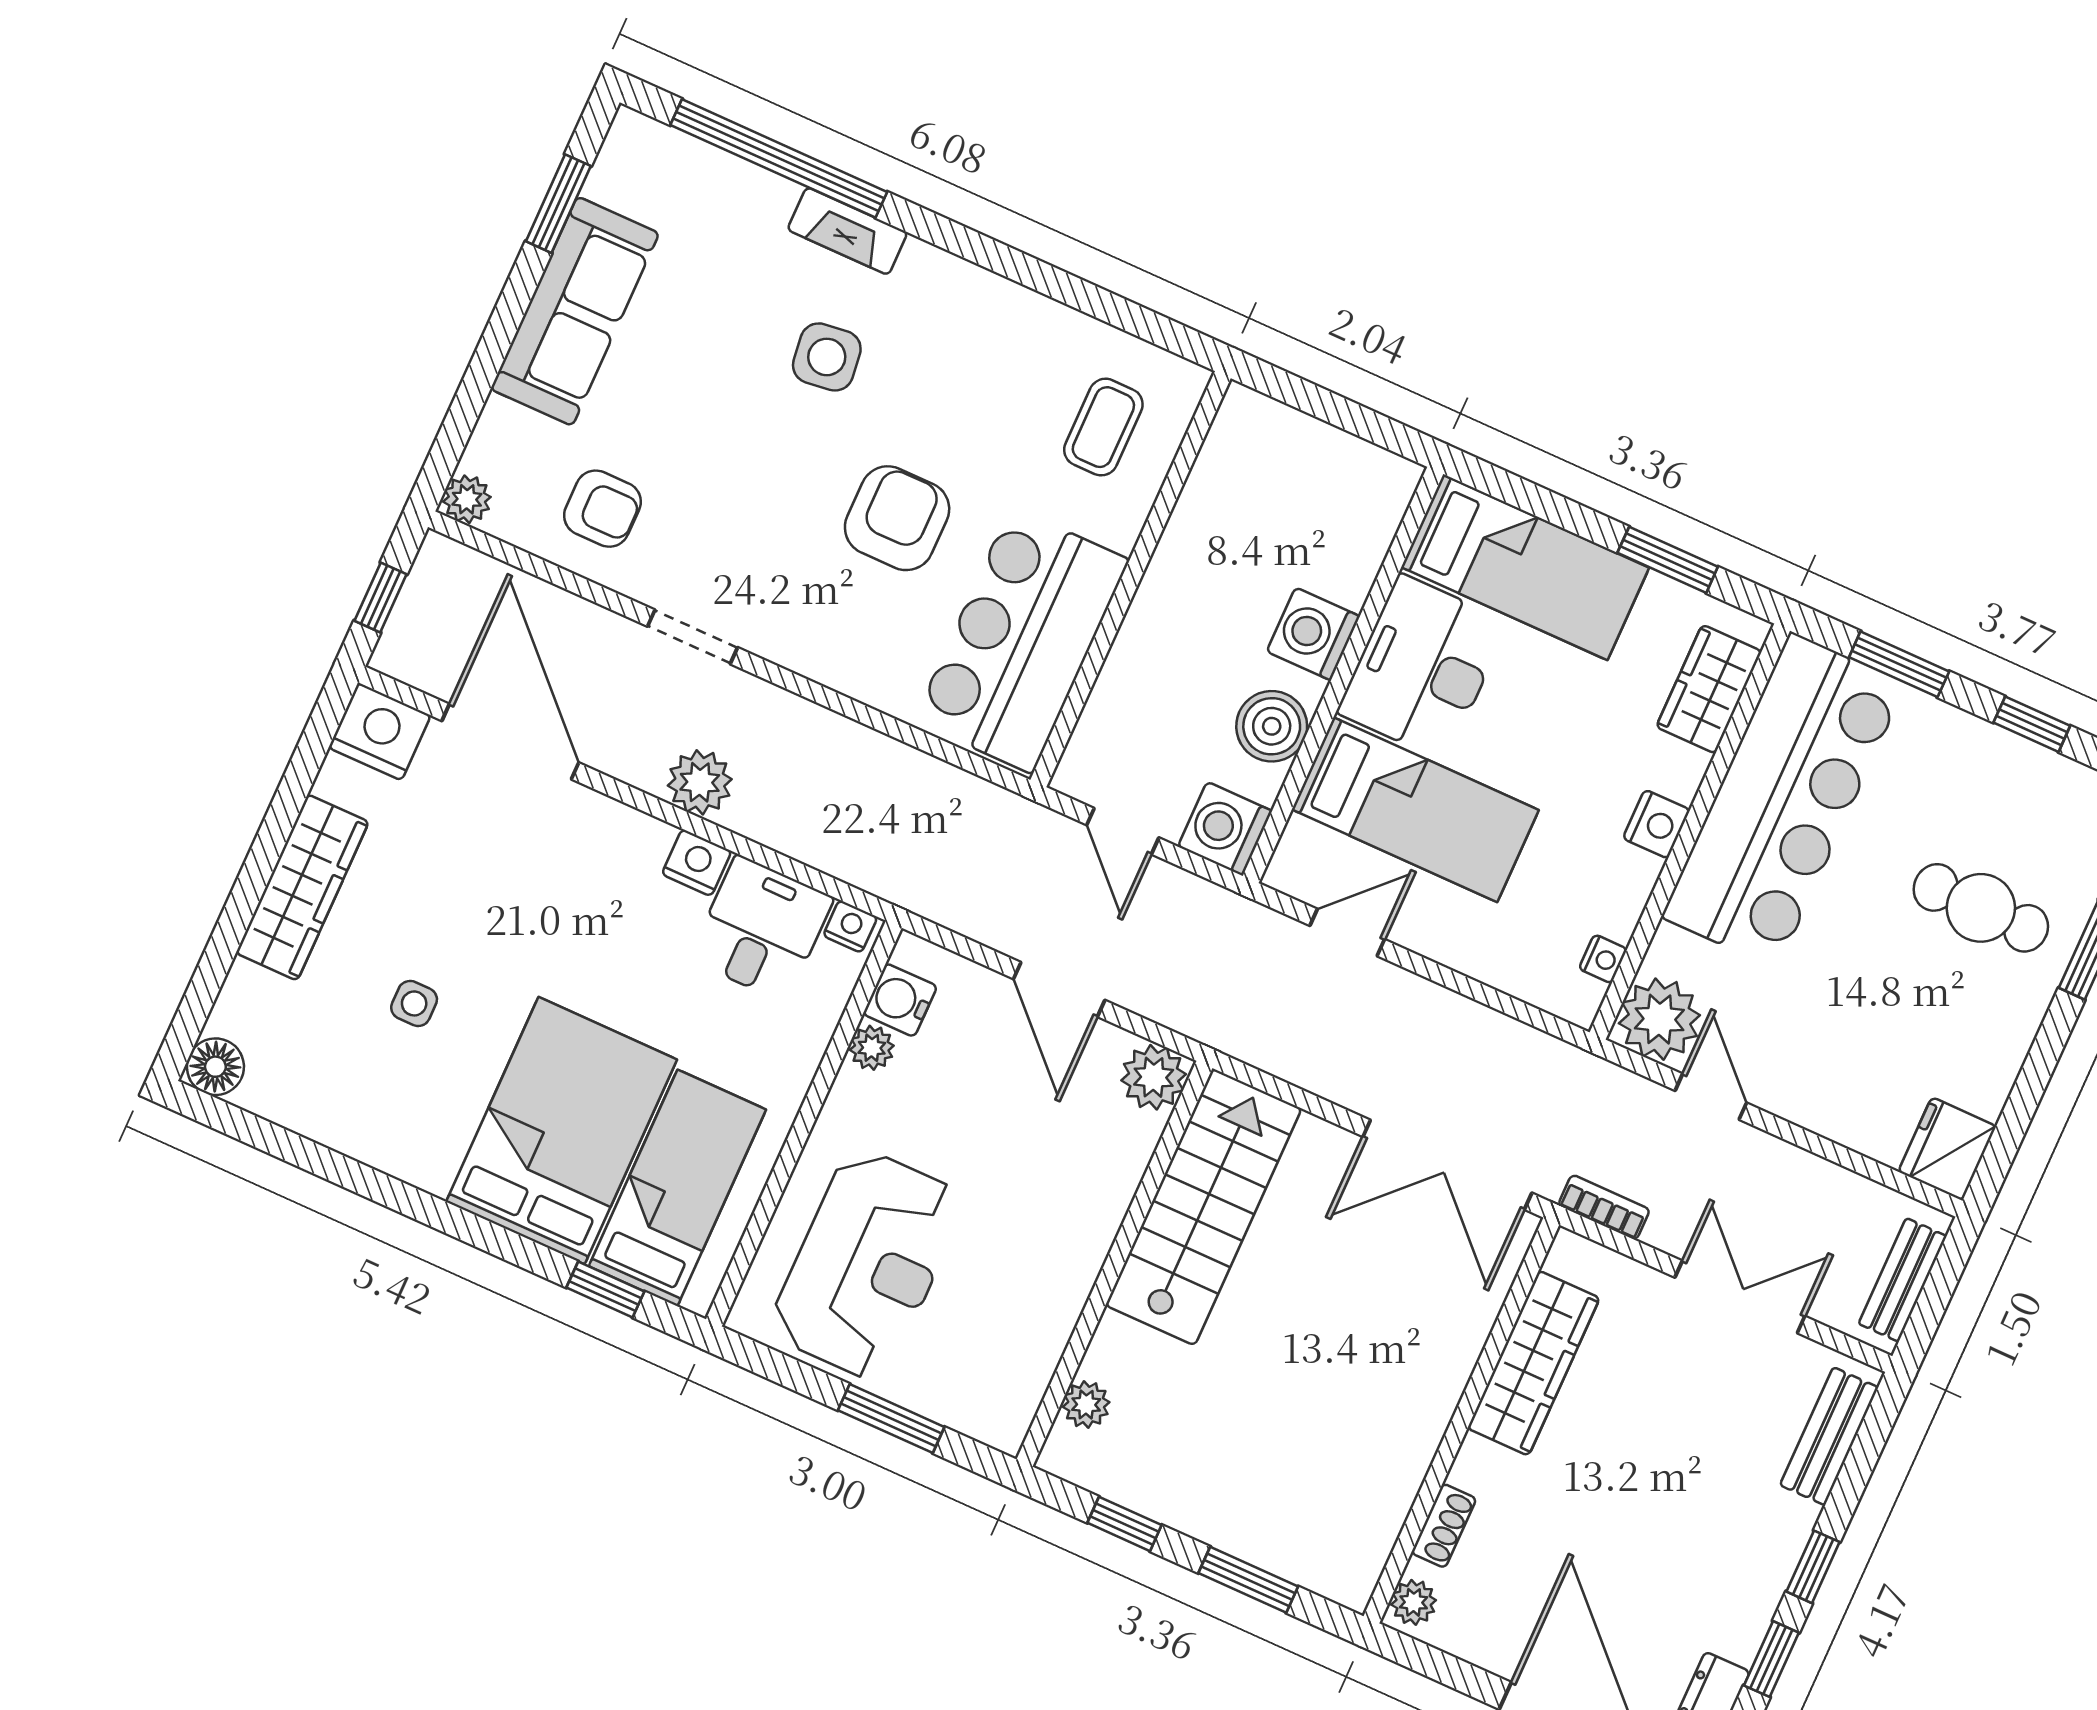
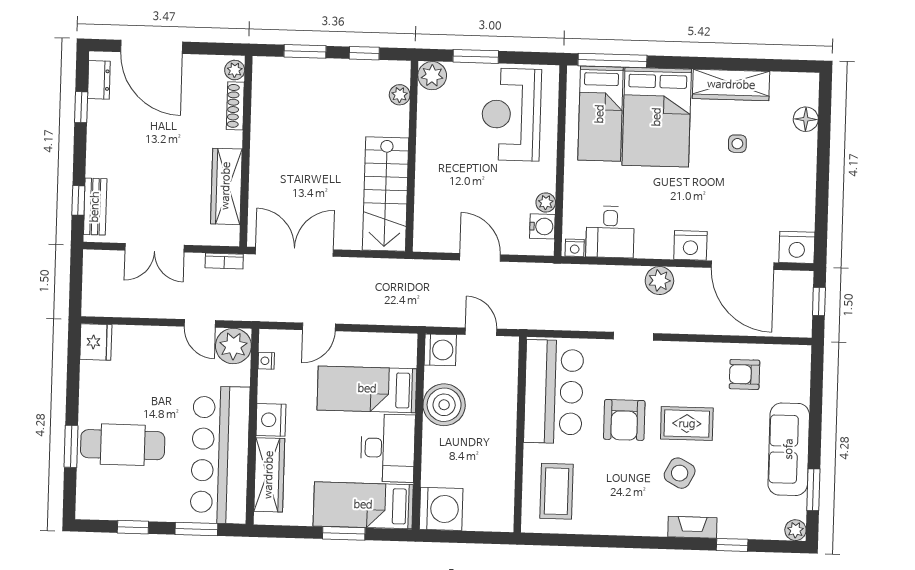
window: (779, 158) -> (732, 545), width x0.32
side table: (827, 357) -> (680, 473), turned 35
coffee table: (1103, 427) -> (556, 491), width x1.36, depth x1.30
rug: (768, 455) -> (687, 424), added
plant: (467, 499) -> (795, 530), moved
window: (1668, 560) -> (344, 533), moved
washing machine: (1313, 634) -> (441, 509), moved, width x1.37, depth x1.37
doorway: (692, 637) -> (634, 336), moved
wardrobe: (1709, 689) -> (269, 475), width x1.50
boiler: (1272, 726) -> (444, 405), width x1.37, depth x1.37
nightstand: (1657, 824) -> (271, 420), width x1.36, depth x1.33
nightstand: (697, 863) -> (690, 245), moved, width x1.36, depth x1.33
wardrobe: (302, 887) -> (731, 85), moved, turned -90
cafe table: (1981, 908) -> (123, 445), width x1.37, depth x1.35
door: (1347, 933) -> (319, 327), moved
floor lamp: (215, 1067) -> (806, 119), moved
plant: (1154, 1077) -> (432, 76), moved
bench: (1903, 1280) -> (92, 282), removed
window: (605, 1290) -> (612, 61), width x2.17
shoe rack: (1444, 1526) -> (235, 106), width x1.43
window: (1813, 1567) -> (78, 200), moved

